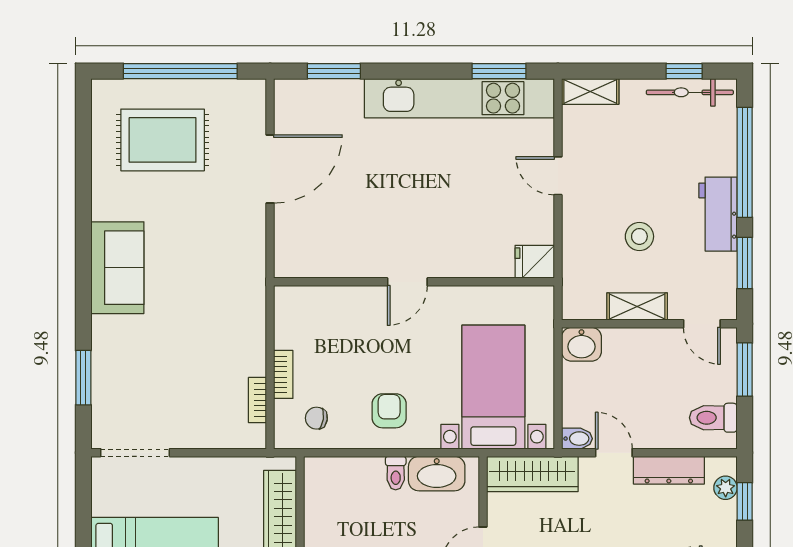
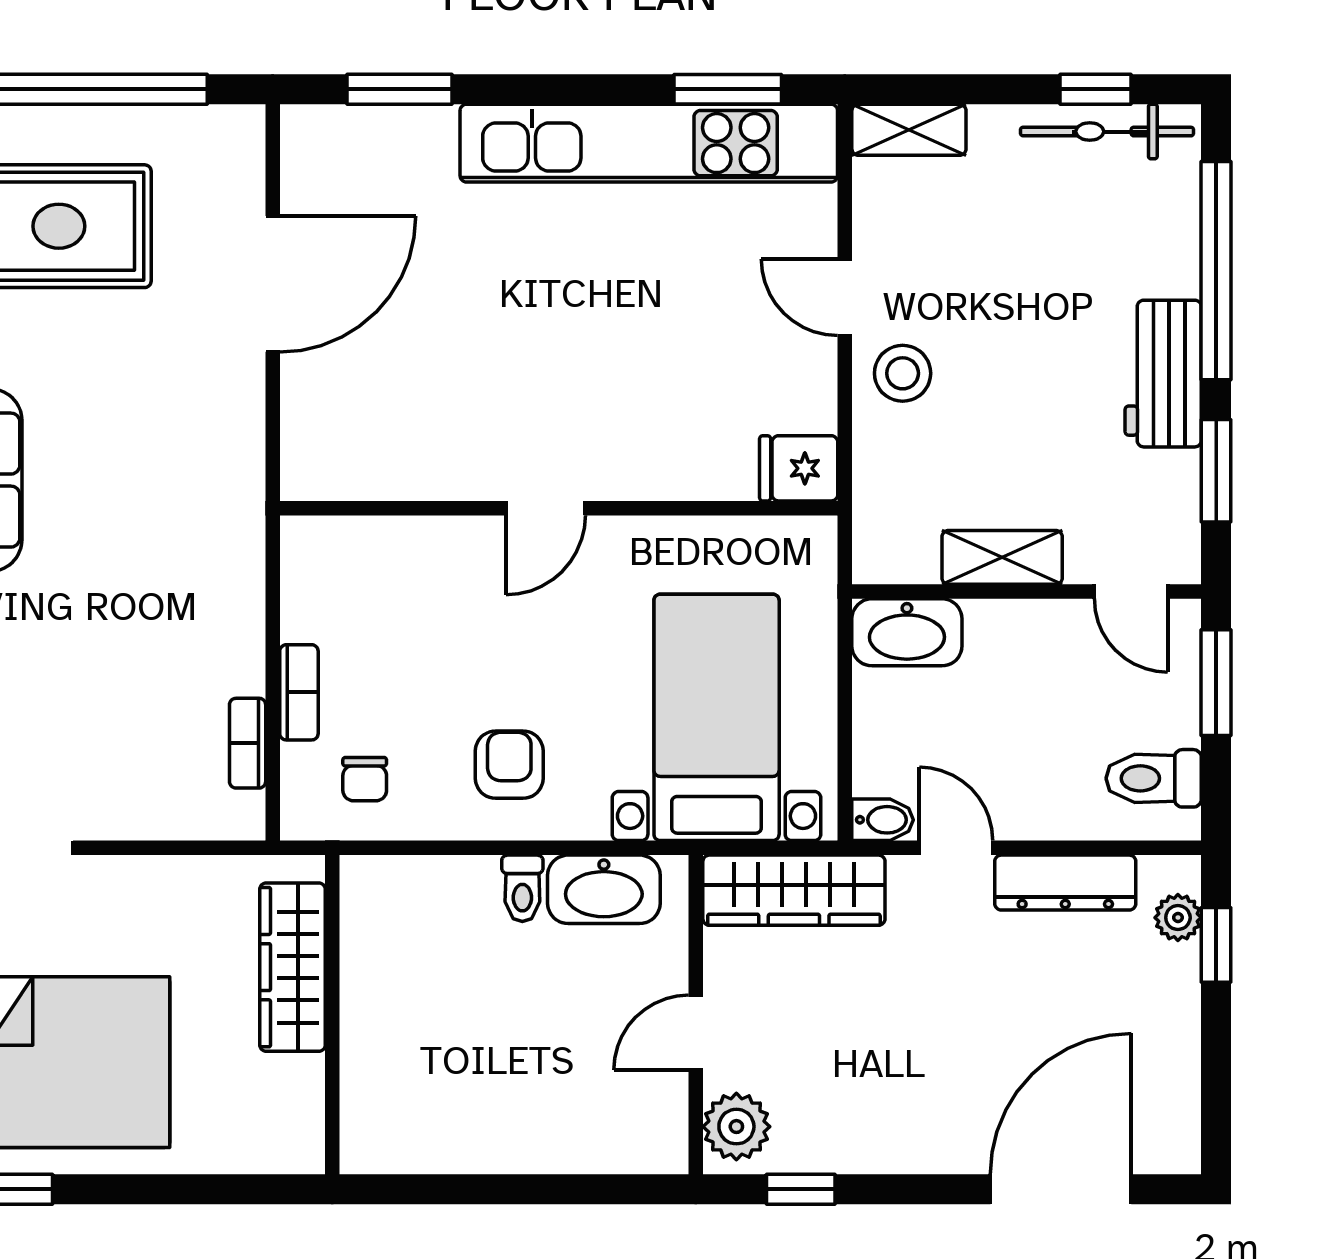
stool: (639, 236) -> (903, 373), moved
washbasin: (581, 344) -> (907, 632), width x1.38
chair: (316, 418) -> (365, 779), turned -99

